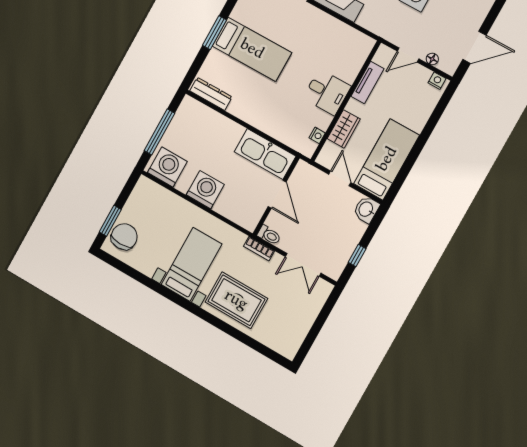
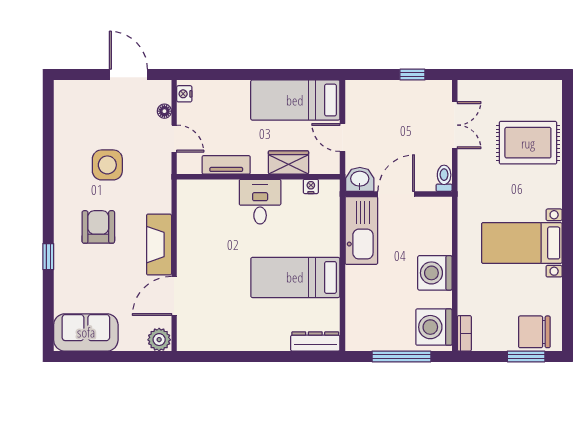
window: (214, 33) -> (263, 356), removed
bed: (252, 49) -> (295, 277), moved, turned -90
dresser: (211, 94) -> (315, 341), moved, turned 90
door: (340, 178) -> (342, 137), hinge flipped
washbasin: (366, 209) -> (360, 179), moved, turned 180
bookcase: (259, 249) -> (464, 333), moved
rug: (236, 300) -> (528, 143), moved, turned 90

